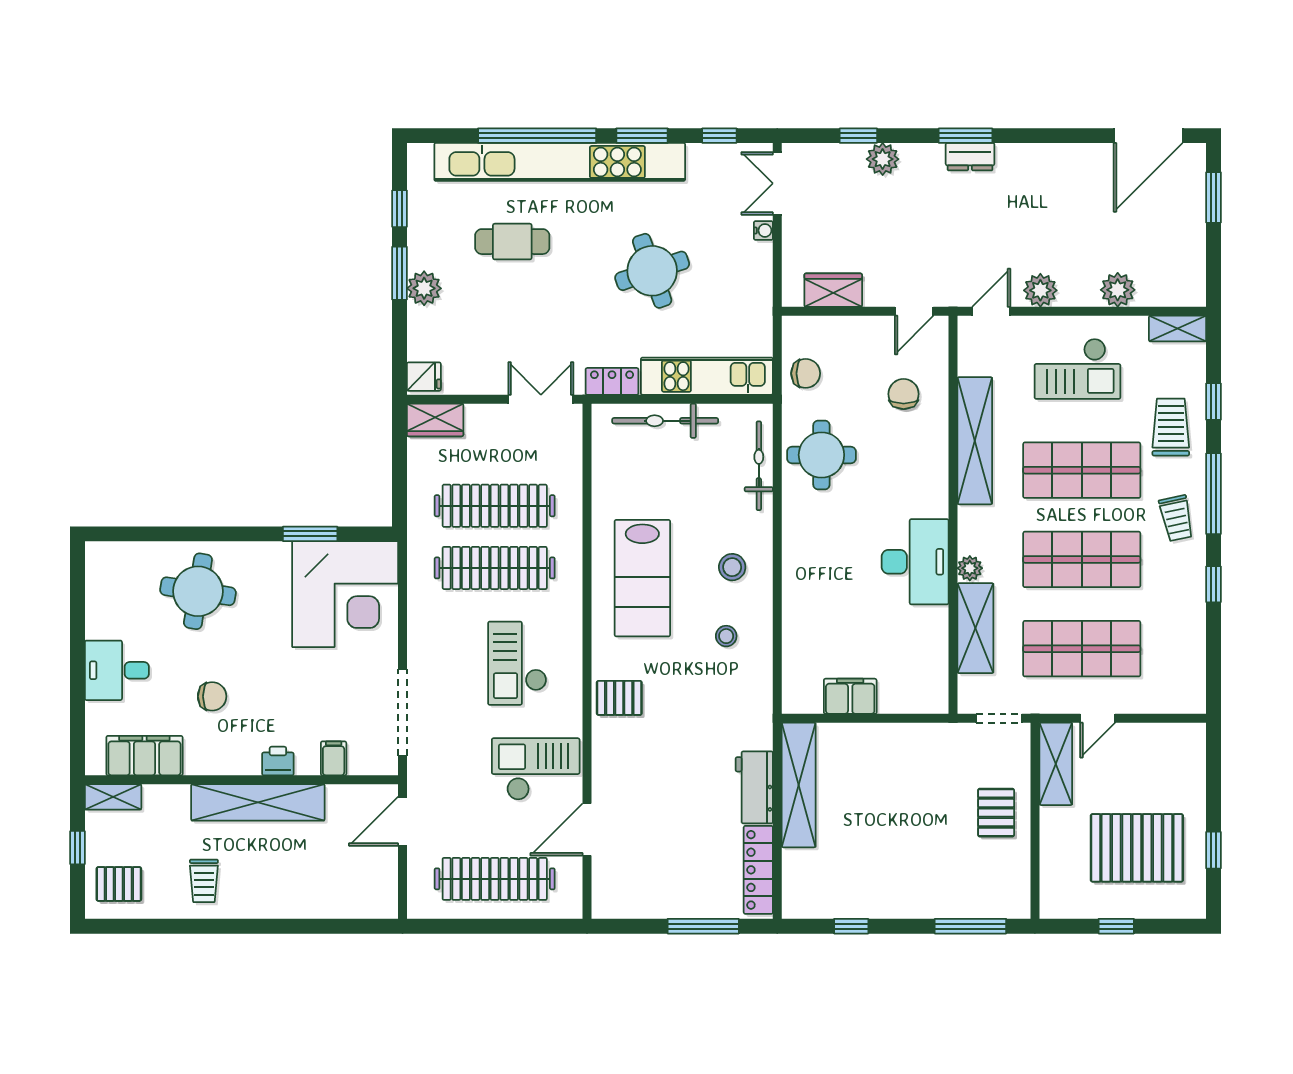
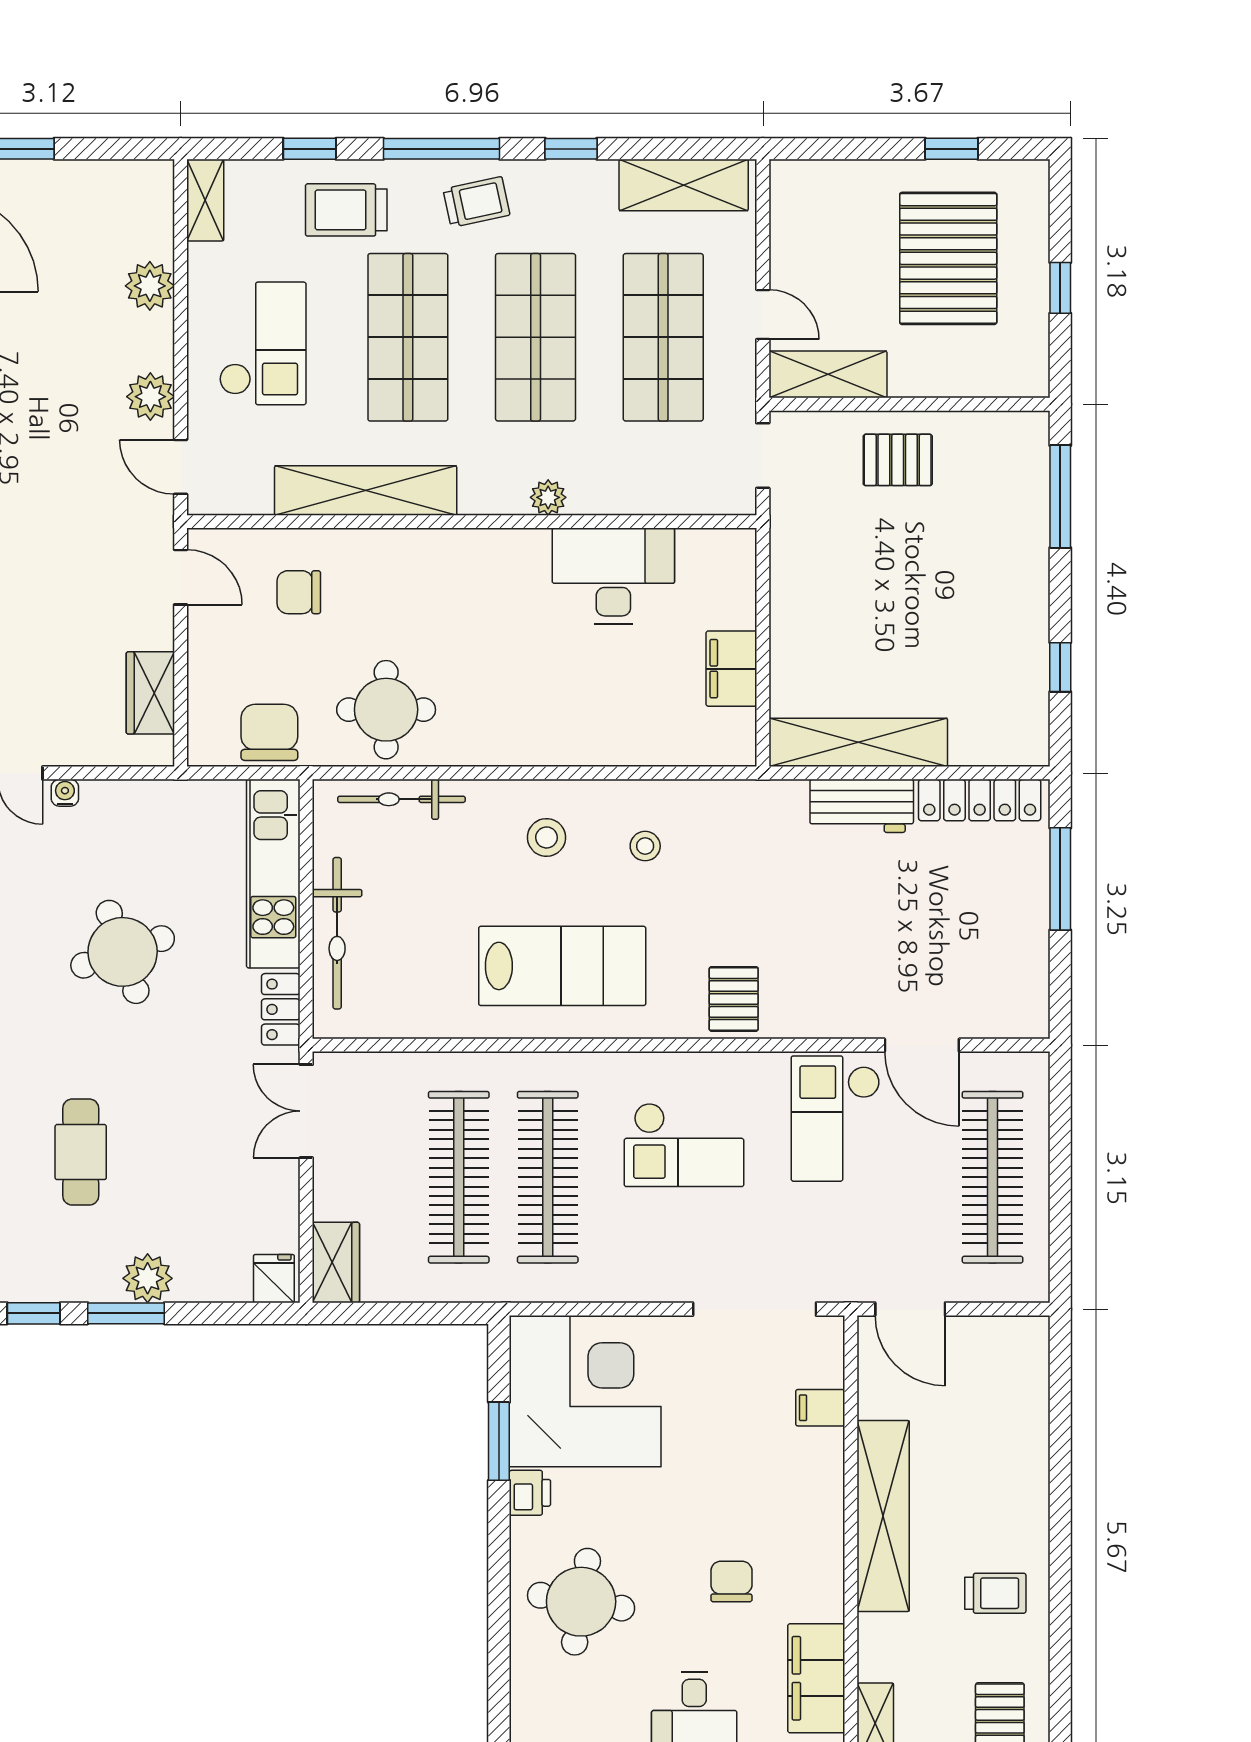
chair: (806, 373) -> (269, 732), width x1.37, depth x1.37
desk: (915, 562) -> (613, 576), moved
shelving: (975, 628) -> (684, 185), moved
printer: (278, 761) -> (530, 1493), moved, turned 180

